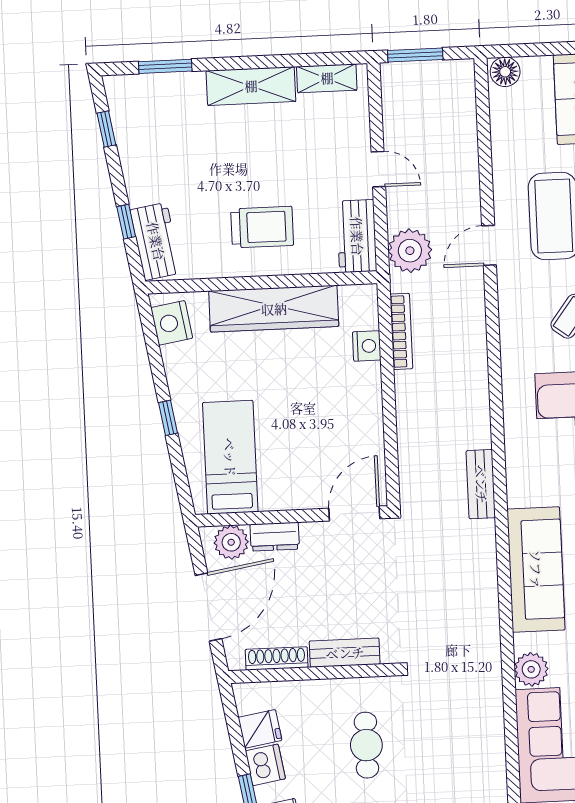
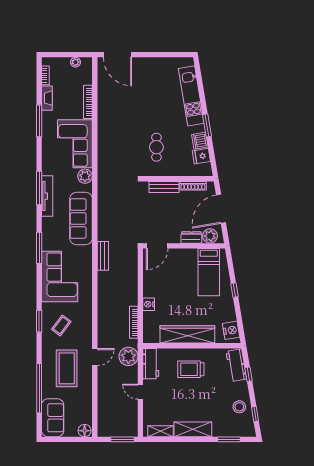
stool: (144, 144) -> (239, 407), added
nightstand: (367, 346) -> (149, 304), moved

